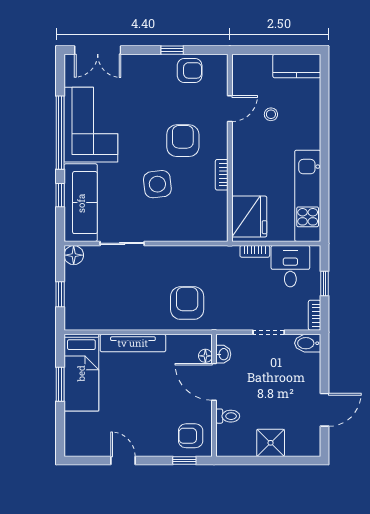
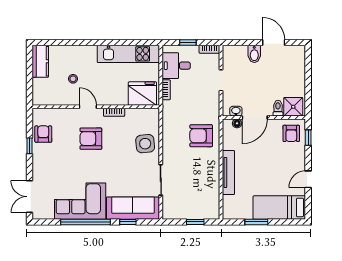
double door: (98, 50) -> (29, 197), swing flipped
door: (230, 109) -> (88, 107), moved
side table: (157, 184) -> (145, 144), moved
floor lamp: (74, 255) -> (169, 213), removed
bidet: (308, 343) -> (254, 54), moved
bed: (81, 373) -> (279, 207), moved, turned 180
shower: (271, 443) -> (293, 107), moved

